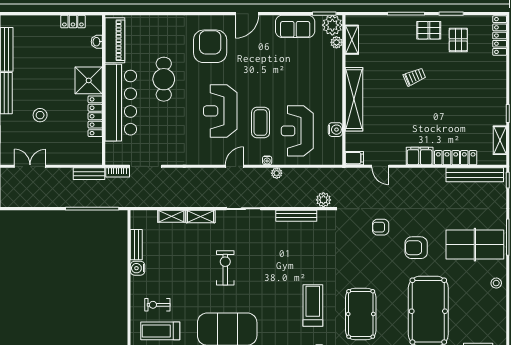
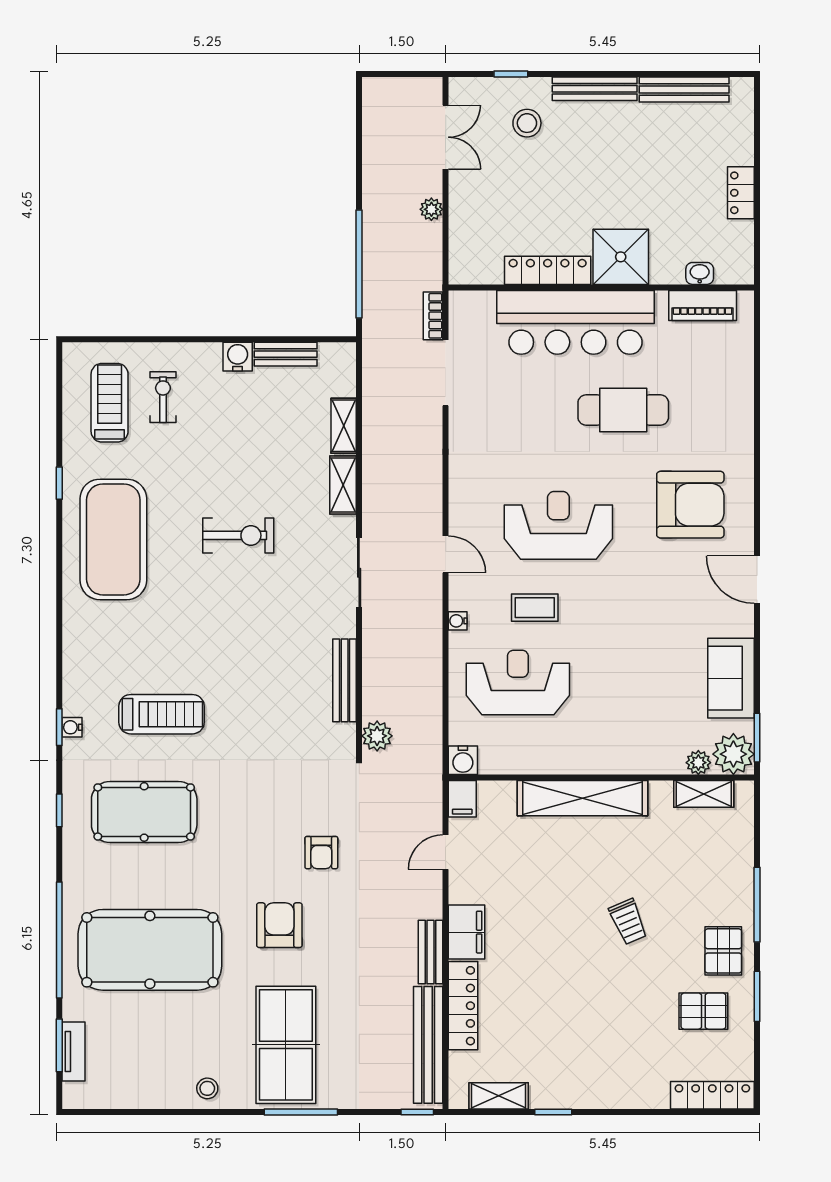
locker: (73, 22) -> (741, 193), moved
piano: (115, 40) -> (703, 305), width x0.73, depth x0.75
stool: (40, 115) -> (527, 123), moved
coffee table: (261, 123) -> (535, 608), width x0.73, depth x0.77
water cooler: (335, 130) -> (463, 760), moved
plant: (277, 173) -> (431, 209), moved
bench: (89, 174) -> (431, 952), moved
armchair: (381, 227) -> (321, 853), turned 180

